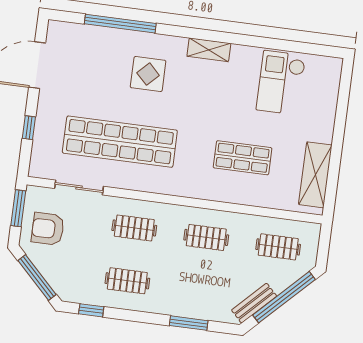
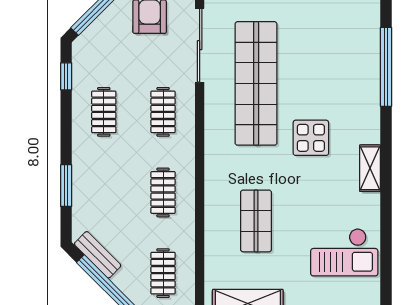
display table: (148, 74) -> (311, 138), moved
checkout: (281, 83) -> (344, 252), turned 180
sliding door: (79, 187) -> (200, 45), width x1.37

